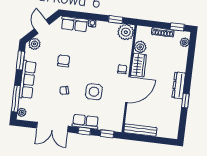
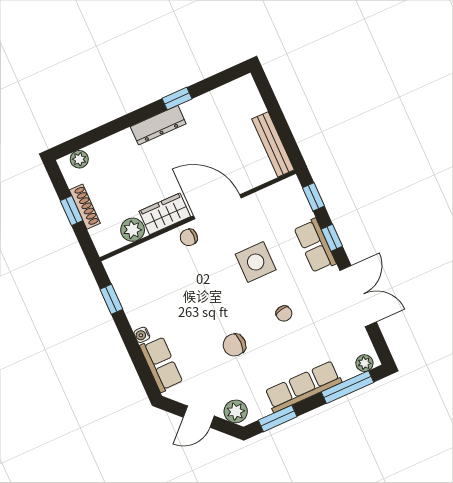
window: (177, 27) -> (72, 211), moved
plant: (126, 32) -> (122, 269), removed

